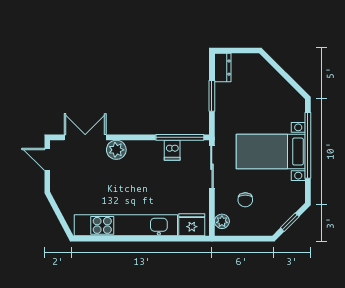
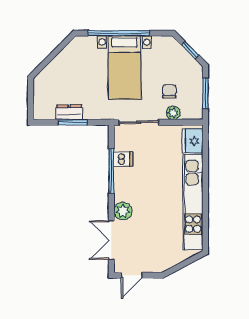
dresser: (223, 68) -> (69, 112), moved
window: (180, 137) -> (111, 171), moved
chair: (245, 200) -> (169, 91), turned -90
plant: (222, 221) -> (173, 113), moved
window: (243, 239) -> (205, 93), added

